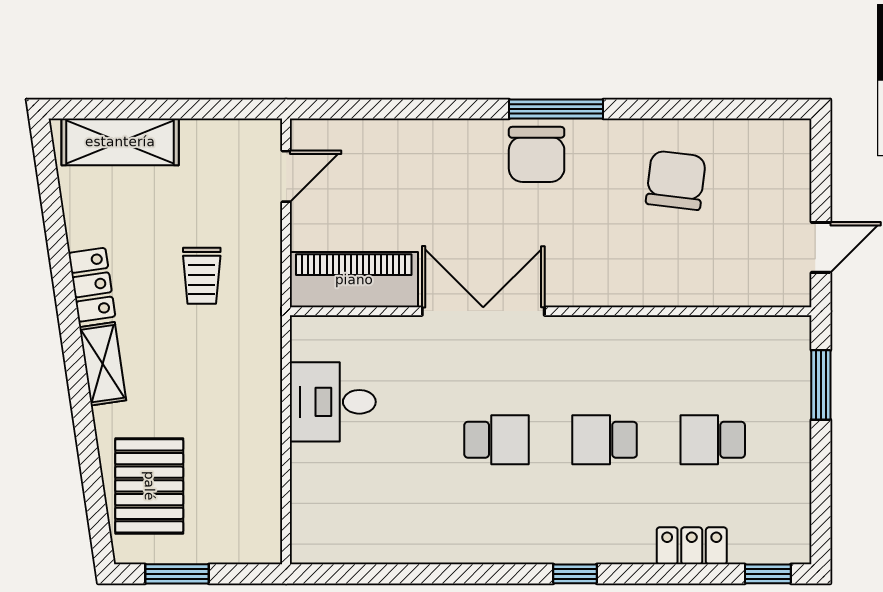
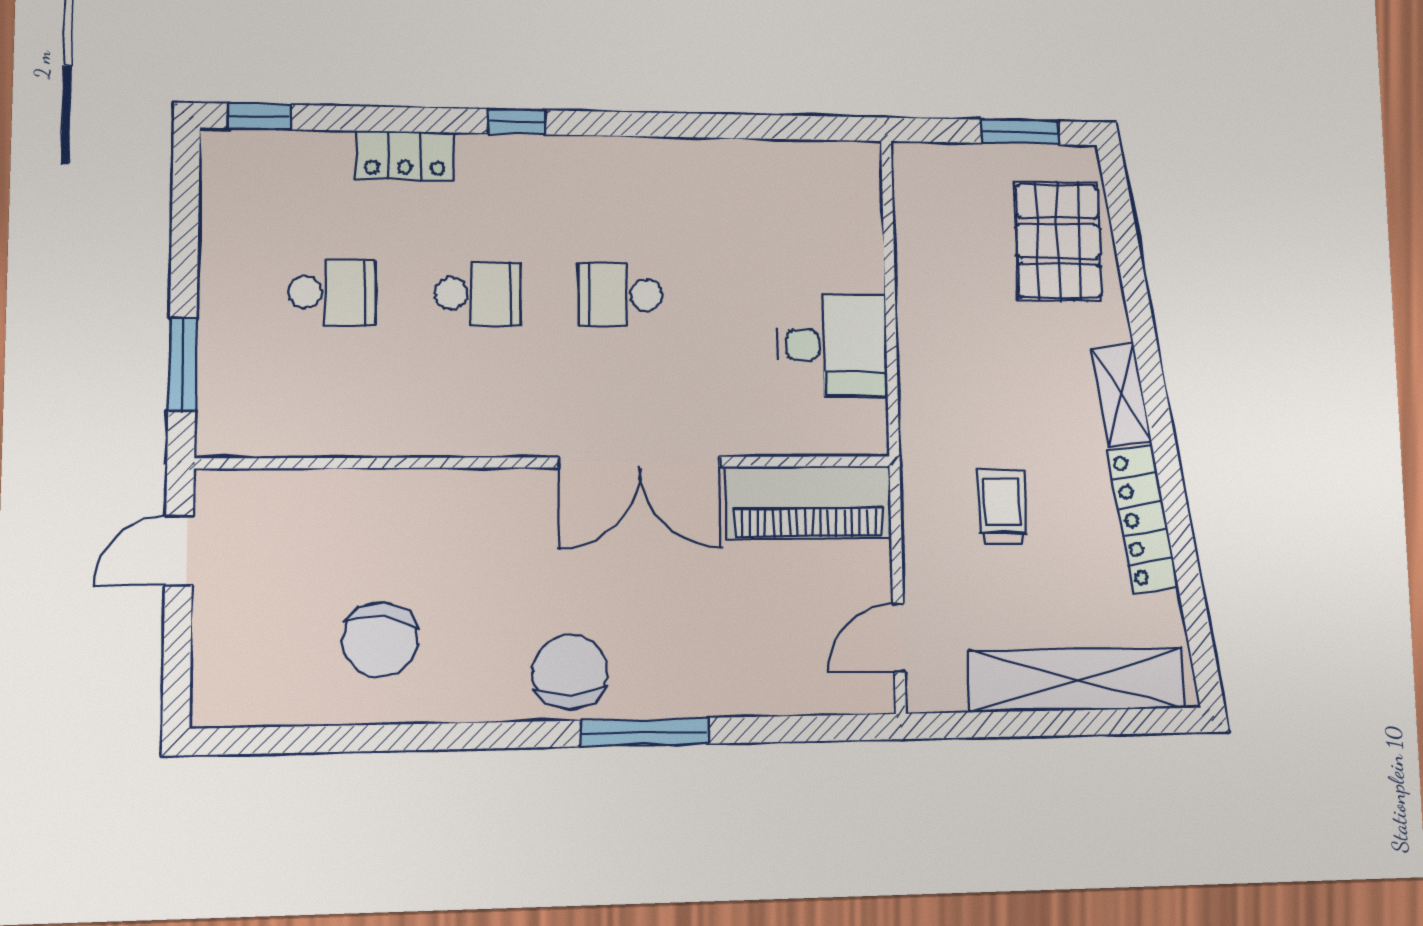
window: (556, 109) -> (645, 732), moved
shelving: (120, 142) -> (1076, 680), width x1.47
locker: (92, 285) -> (1143, 519), width x1.53
locker: (692, 546) -> (405, 155), moved

